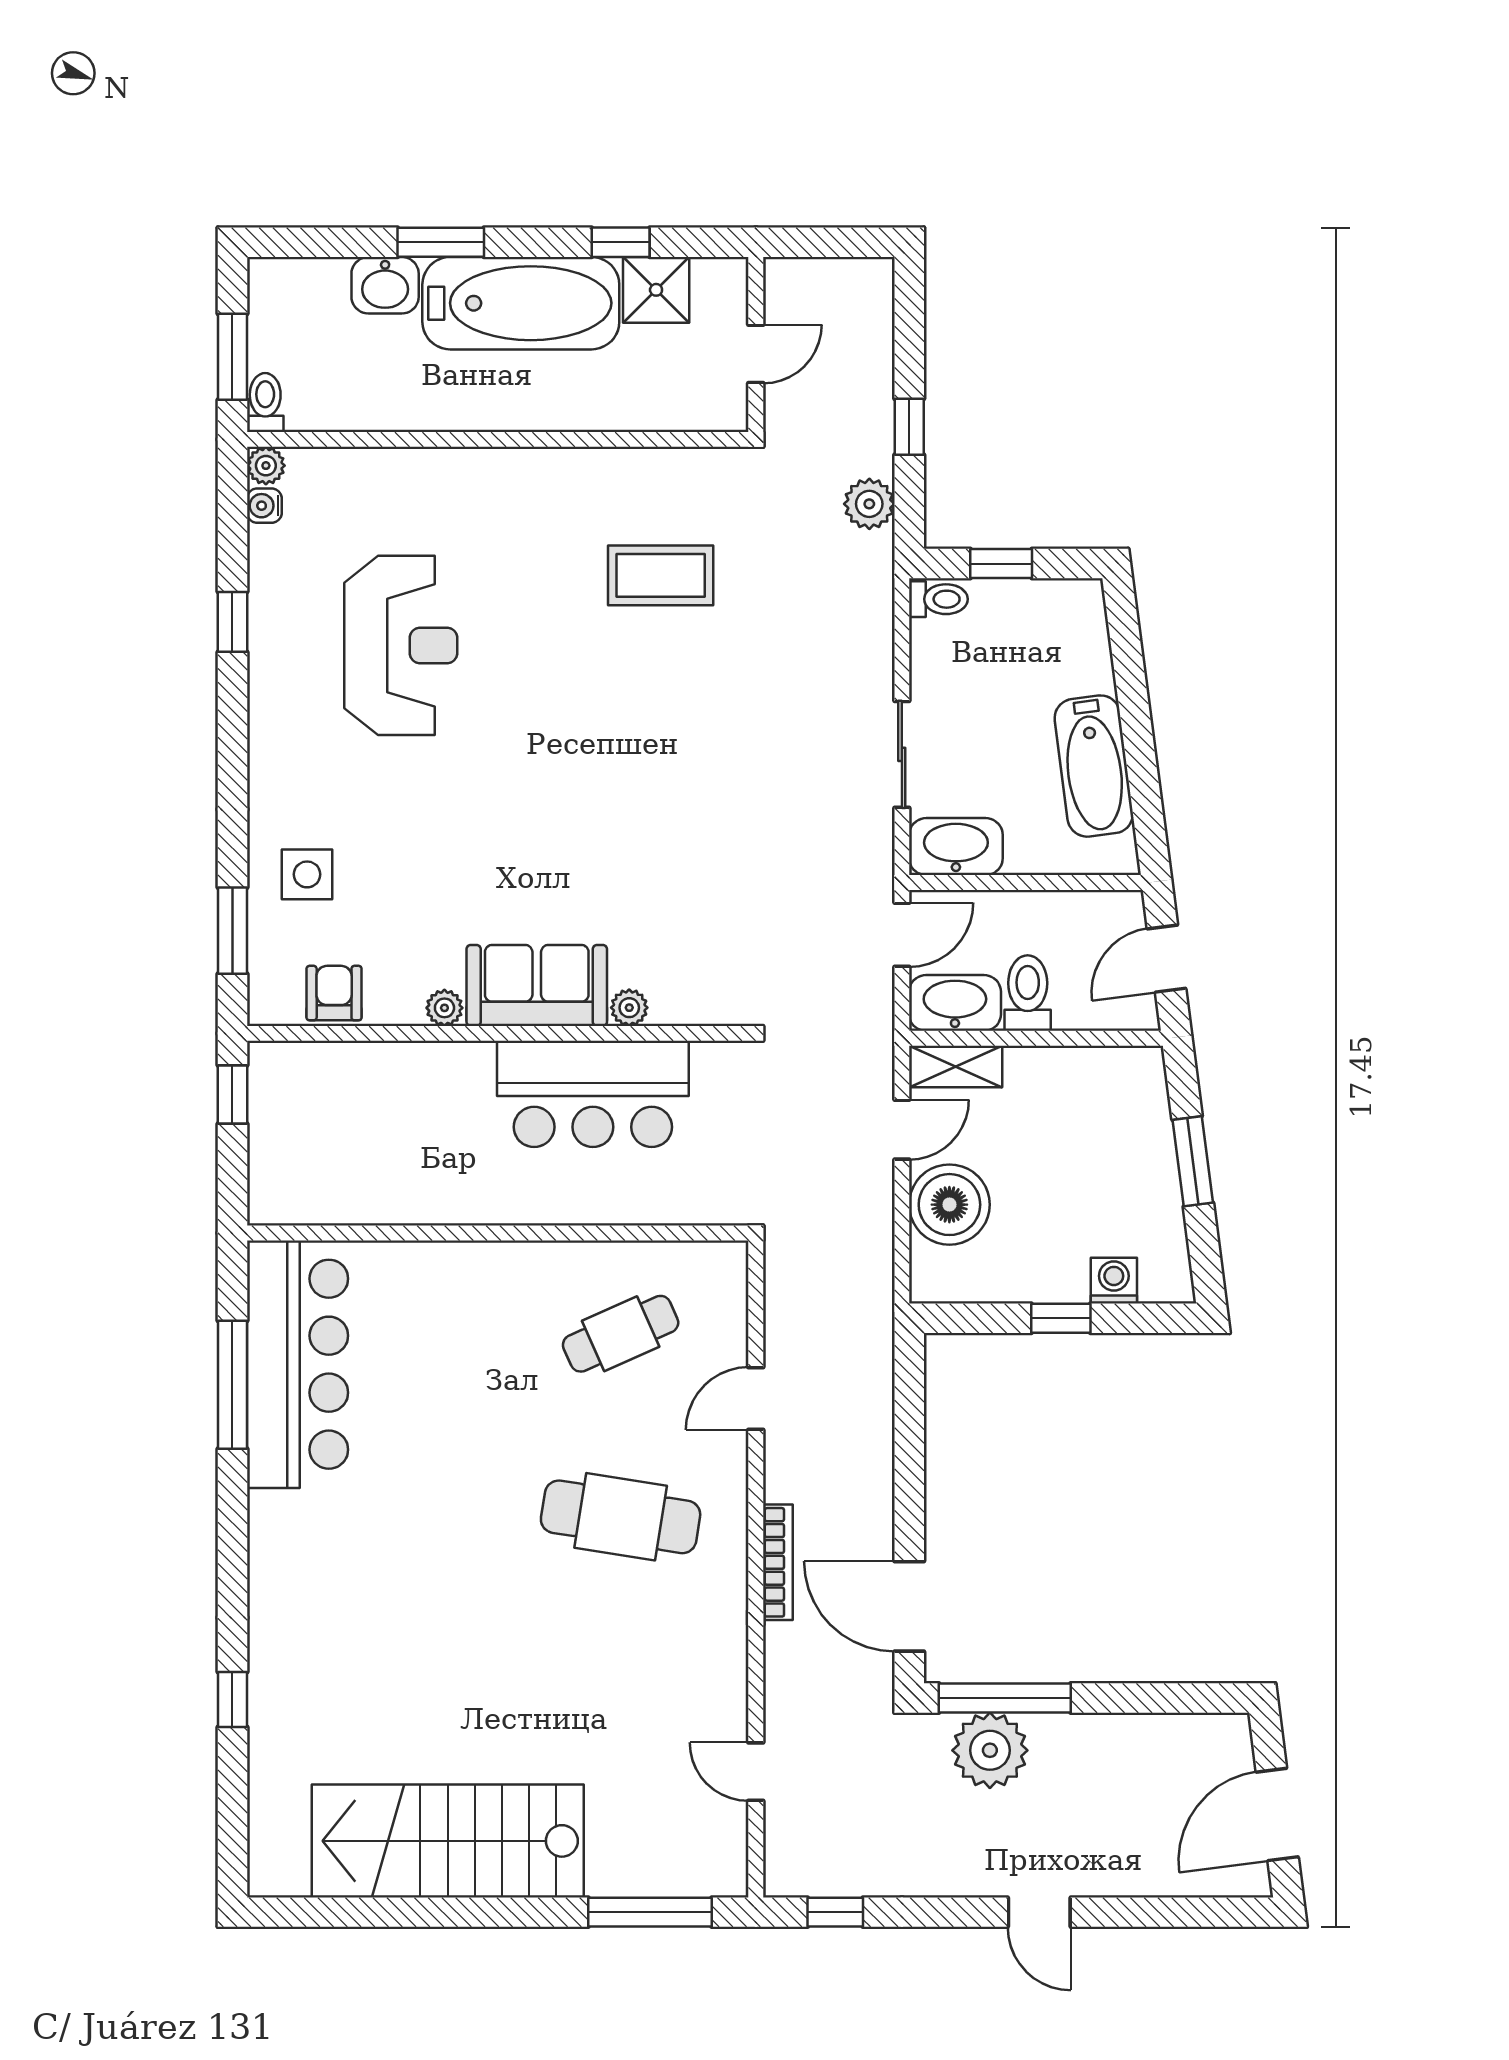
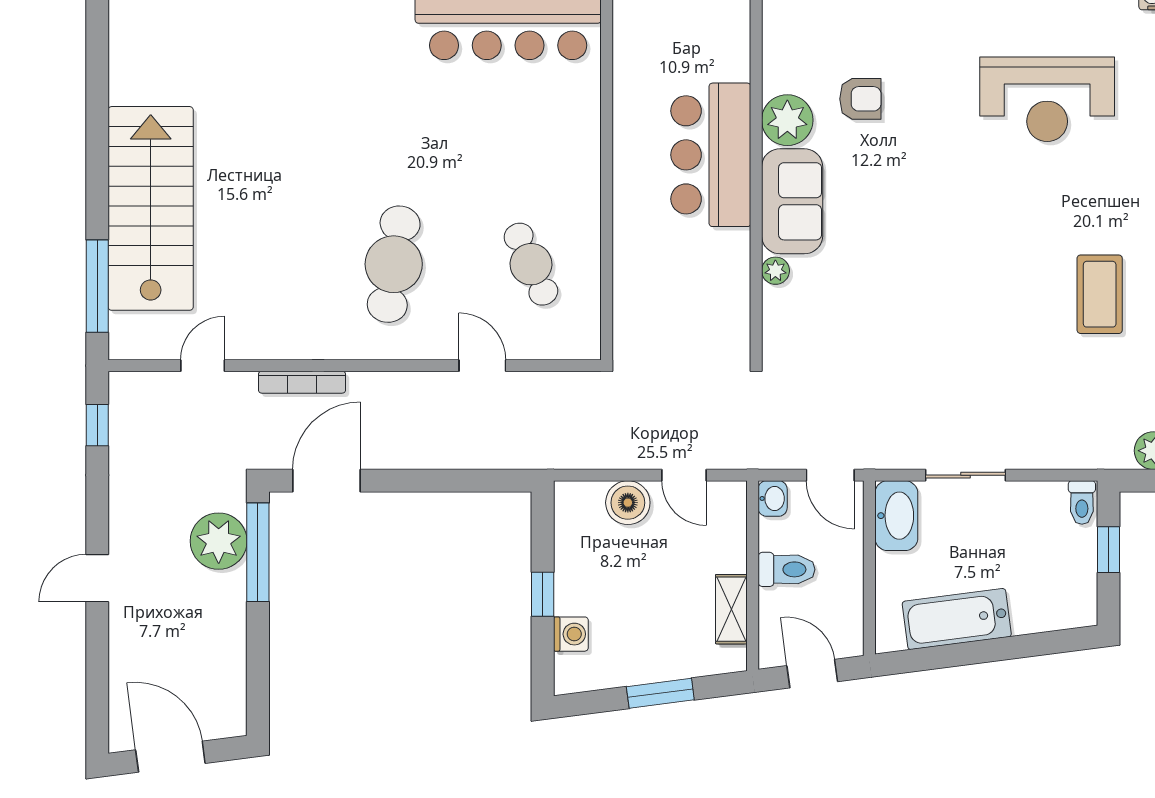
side table: (307, 874) -> (875, 29), removed
armchair: (334, 993) -> (860, 99), moved
washbasin: (955, 1003) -> (773, 498), width x0.52, depth x0.69
plant: (444, 1008) -> (787, 120), width x1.88, depth x1.88
shelving: (956, 1066) -> (731, 609), moved
bar counter: (593, 1094) -> (711, 155), moved
boiler: (949, 1205) -> (628, 503), width x0.73, depth x0.73
bookcase: (778, 1562) -> (302, 382), moved
stairs: (448, 1841) -> (151, 208), moved

